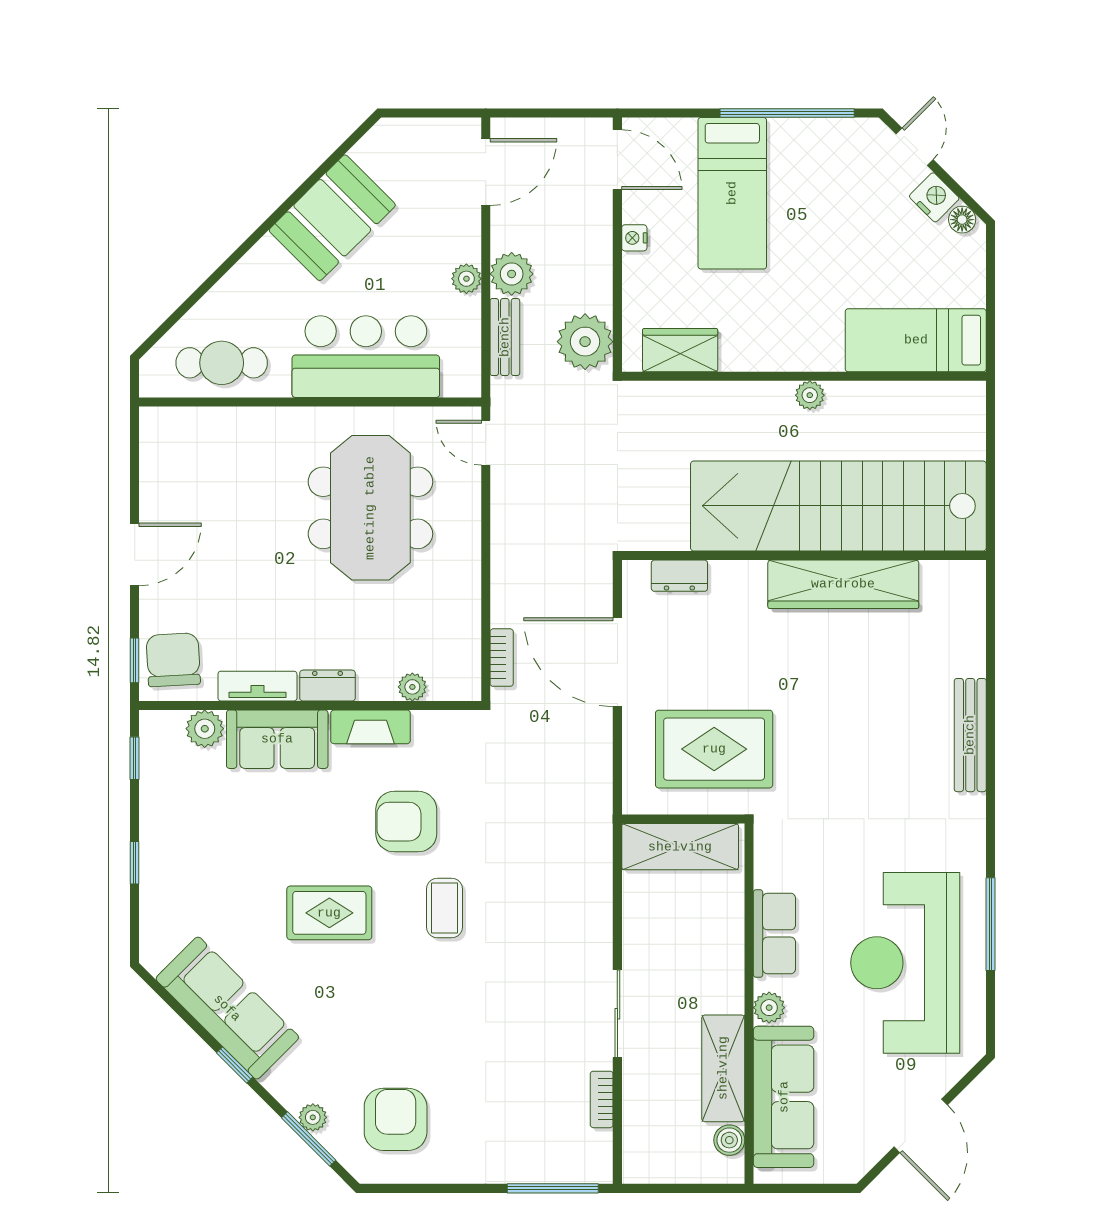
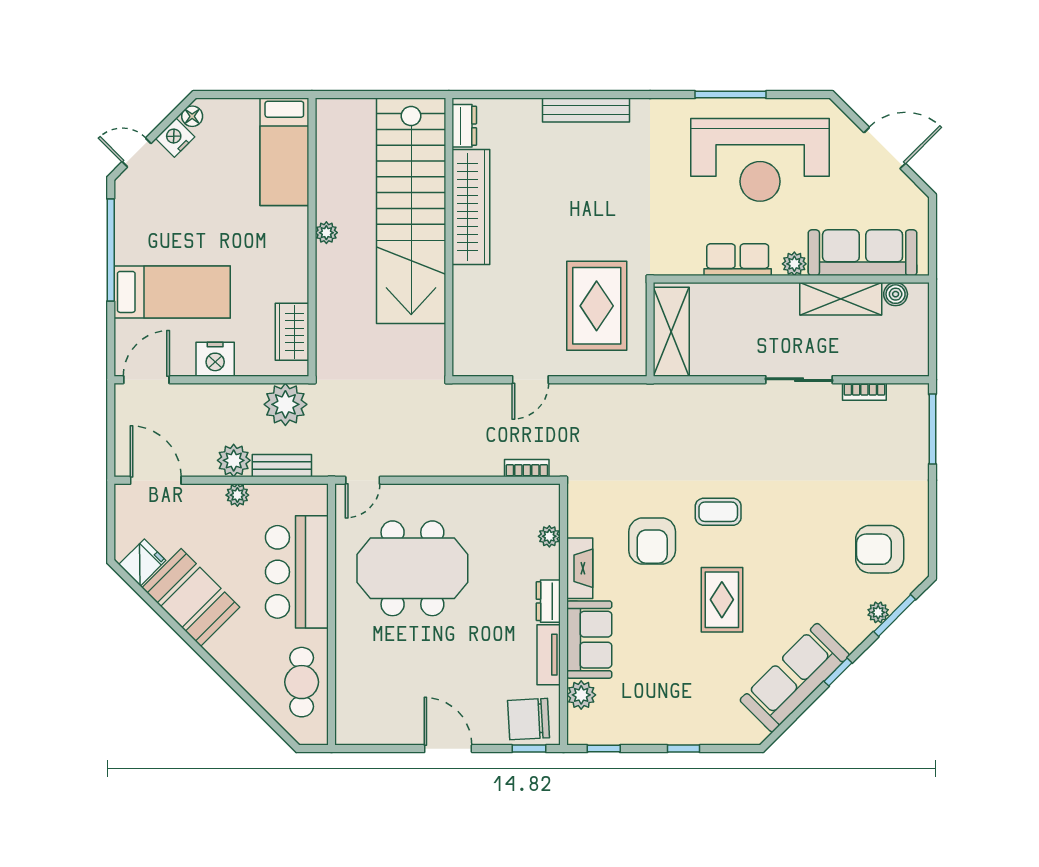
fridge: (378, 154) -> (142, 563), added
nightstand: (634, 238) -> (215, 359), width x1.89, depth x1.79
dresser: (679, 576) -> (464, 126), moved
door: (617, 662) -> (530, 380), width x0.53

